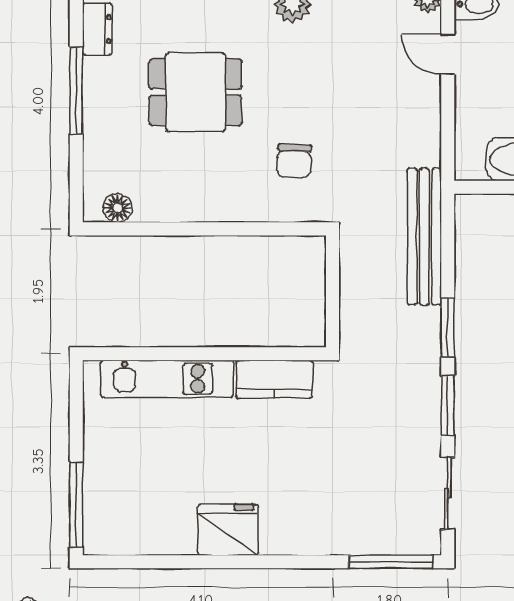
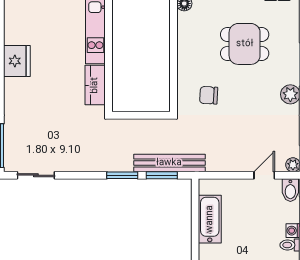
dining table: (195, 92) -> (245, 44), turned 90
window: (448, 405) -> (162, 175), moved

